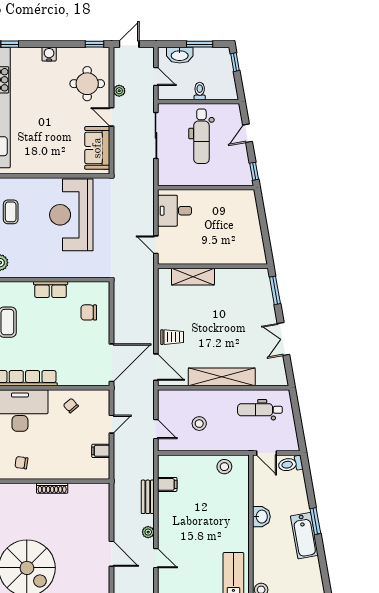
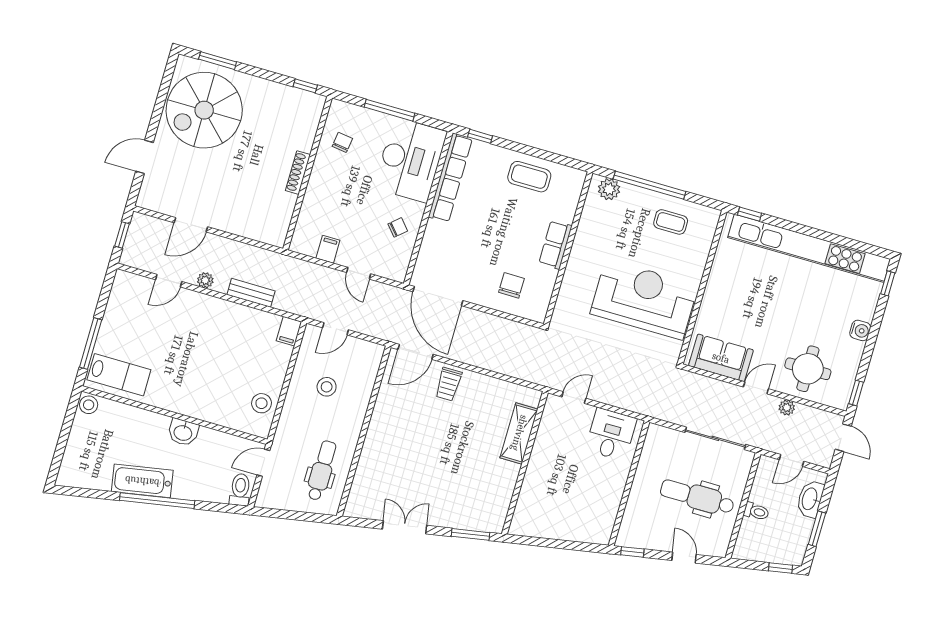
shelving: (222, 377) -> (378, 433), removed
filing cabinet: (167, 484) -> (289, 331), moved
window: (315, 521) -> (157, 501), width x2.11

